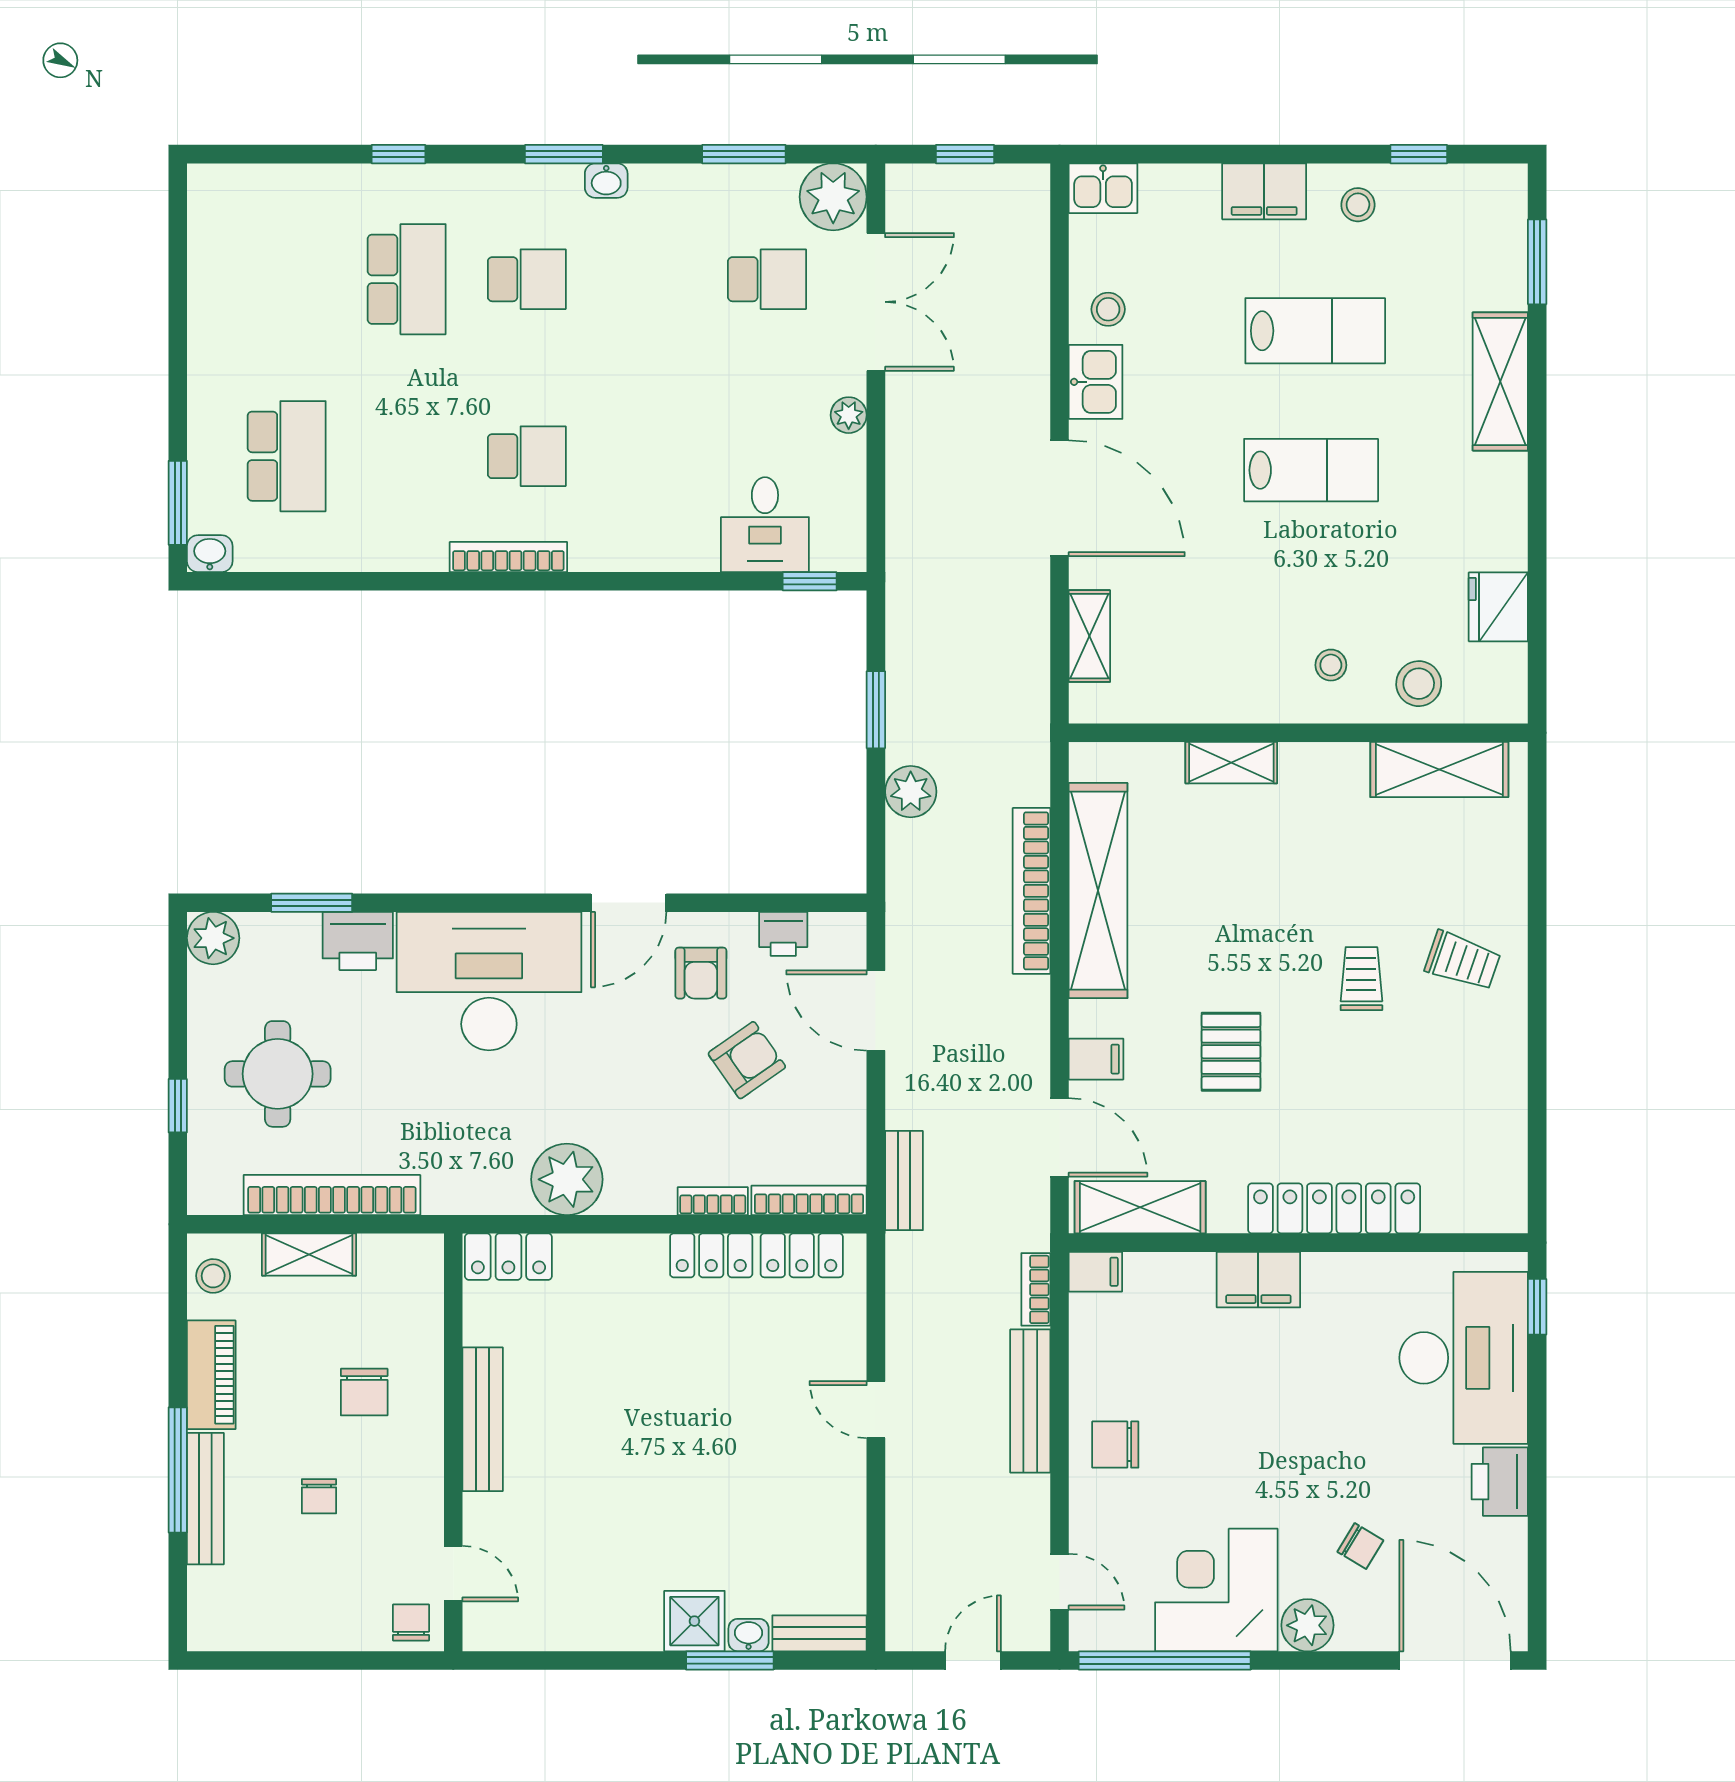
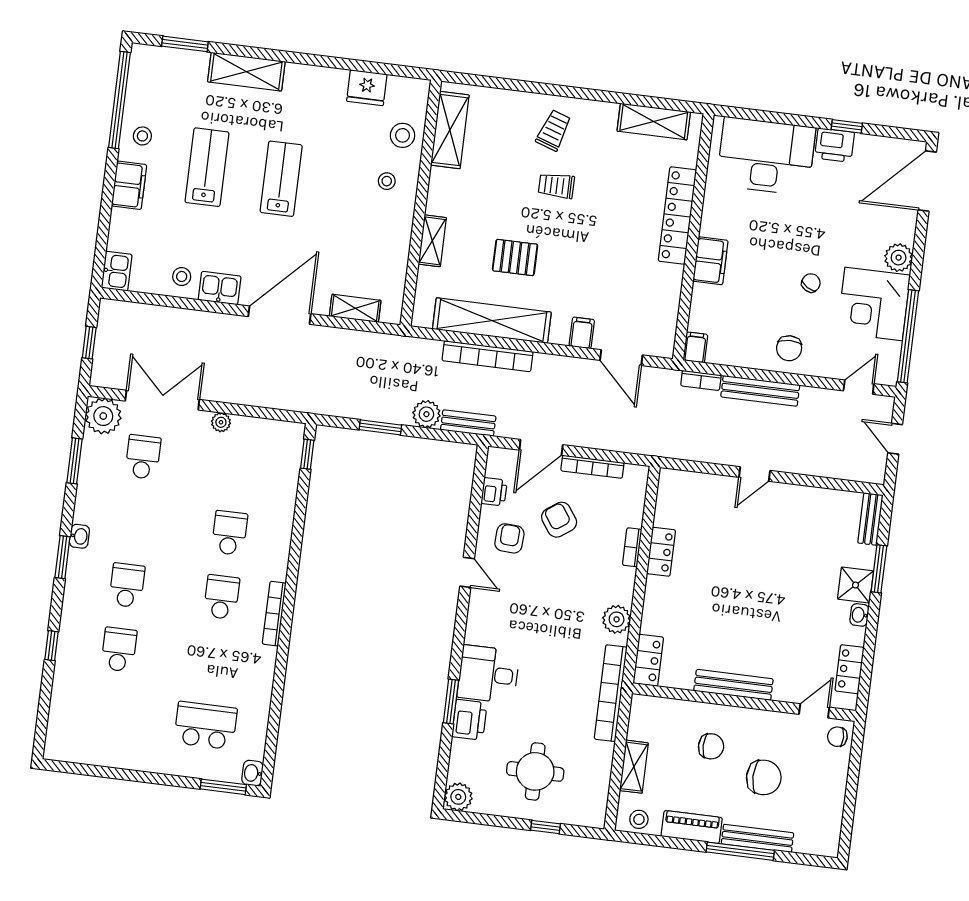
window: (1419, 154) -> (119, 100), width x3.17
school desk: (407, 279) -> (119, 650), width x0.54
school desk: (647, 456) -> (229, 533), added
desk: (765, 525) -> (274, 474), removed
window: (312, 903) -> (451, 701), moved
door: (629, 903) -> (467, 572), width x0.73
armchair: (701, 973) -> (509, 538), turned -87
desk: (489, 981) -> (488, 674), width x0.53, depth x0.77
pallet: (1231, 1052) -> (515, 258), moved
door: (1060, 1137) -> (621, 358), swing flipped
plant: (567, 1179) -> (617, 619), width x0.73, depth x0.73
bench: (904, 1181) -> (468, 423), moved
bookcase: (332, 1195) -> (611, 693), moved
bookcase: (809, 1200) -> (592, 467), moved, turned -90
shelving: (1140, 1207) -> (654, 122), moved, turned 90
locker: (802, 1255) -> (850, 669), moved, turned 180
window: (1537, 1307) -> (847, 126), moved
chair: (319, 1496) -> (764, 777), width x1.87, depth x1.87
chair: (1360, 1546) -> (811, 283), moved
washbasin: (749, 1635) -> (859, 615), moved

